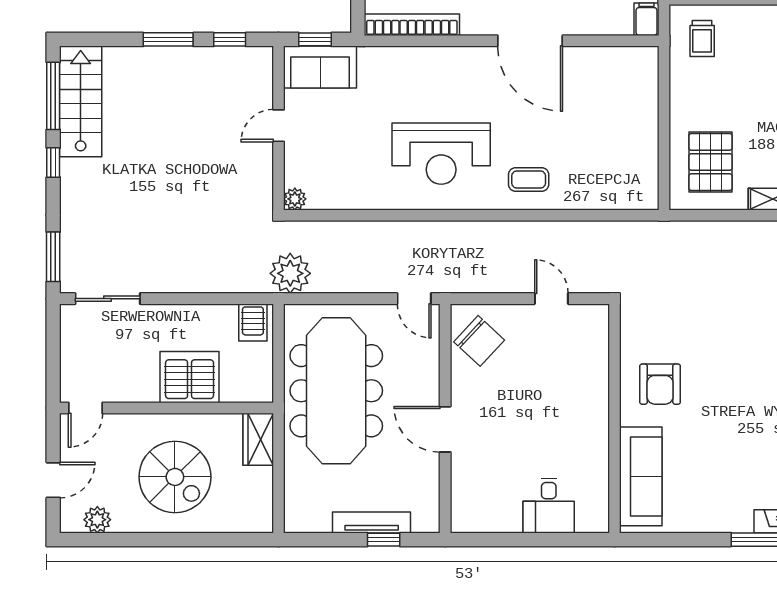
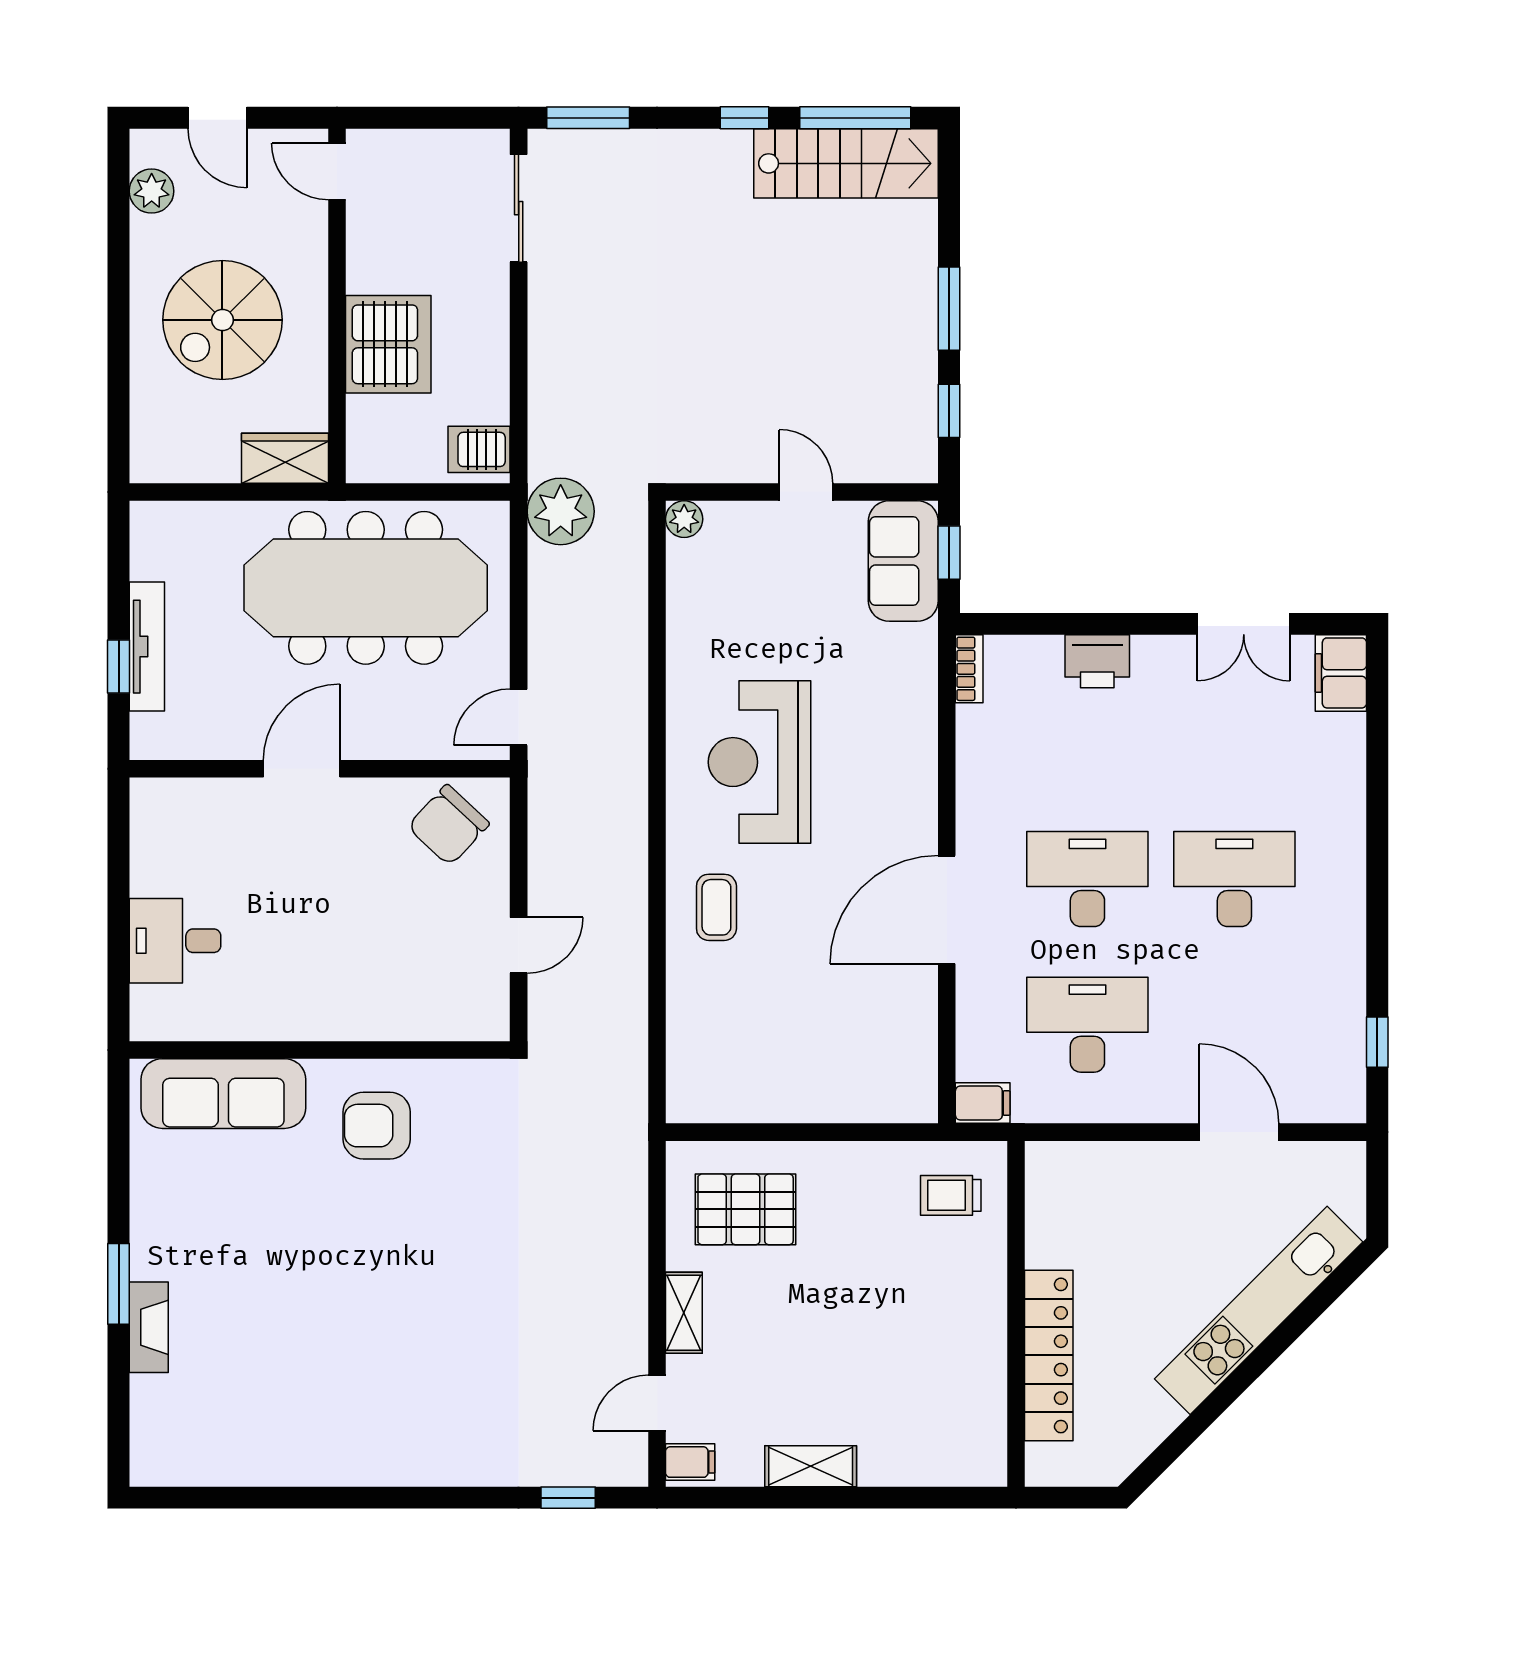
bookcase: (412, 25) -> (969, 669), width x0.43, depth x0.76

